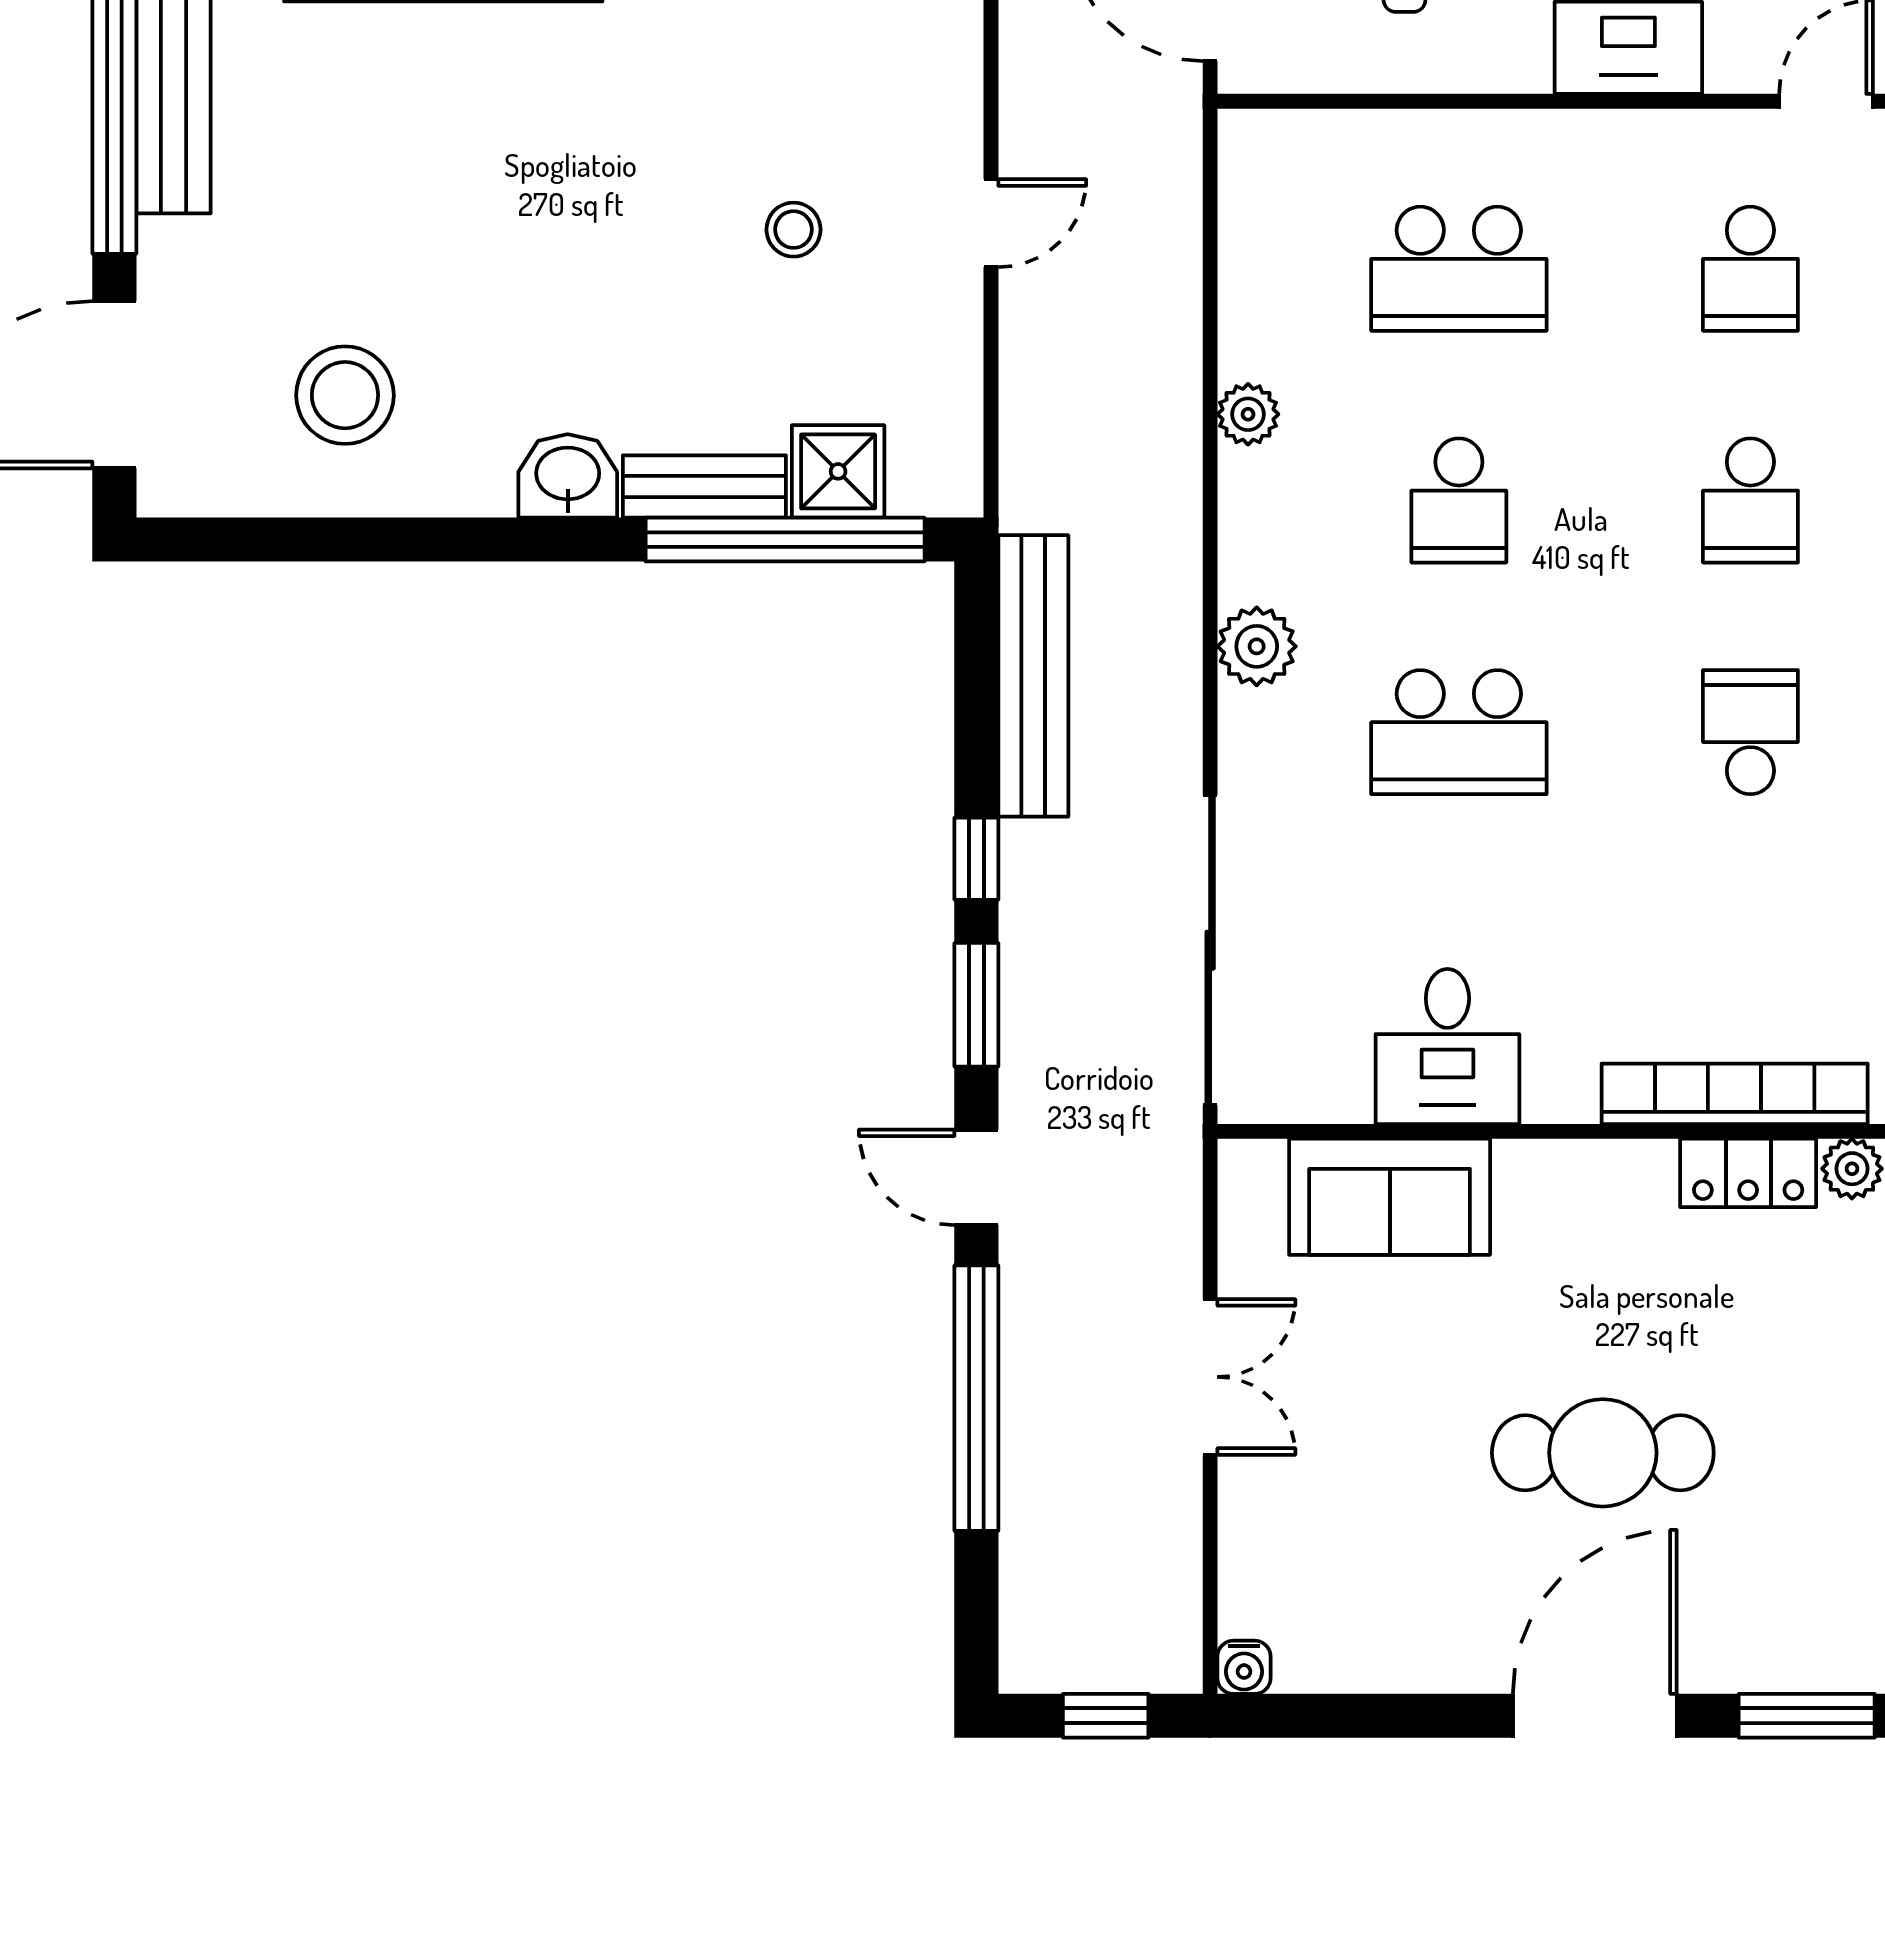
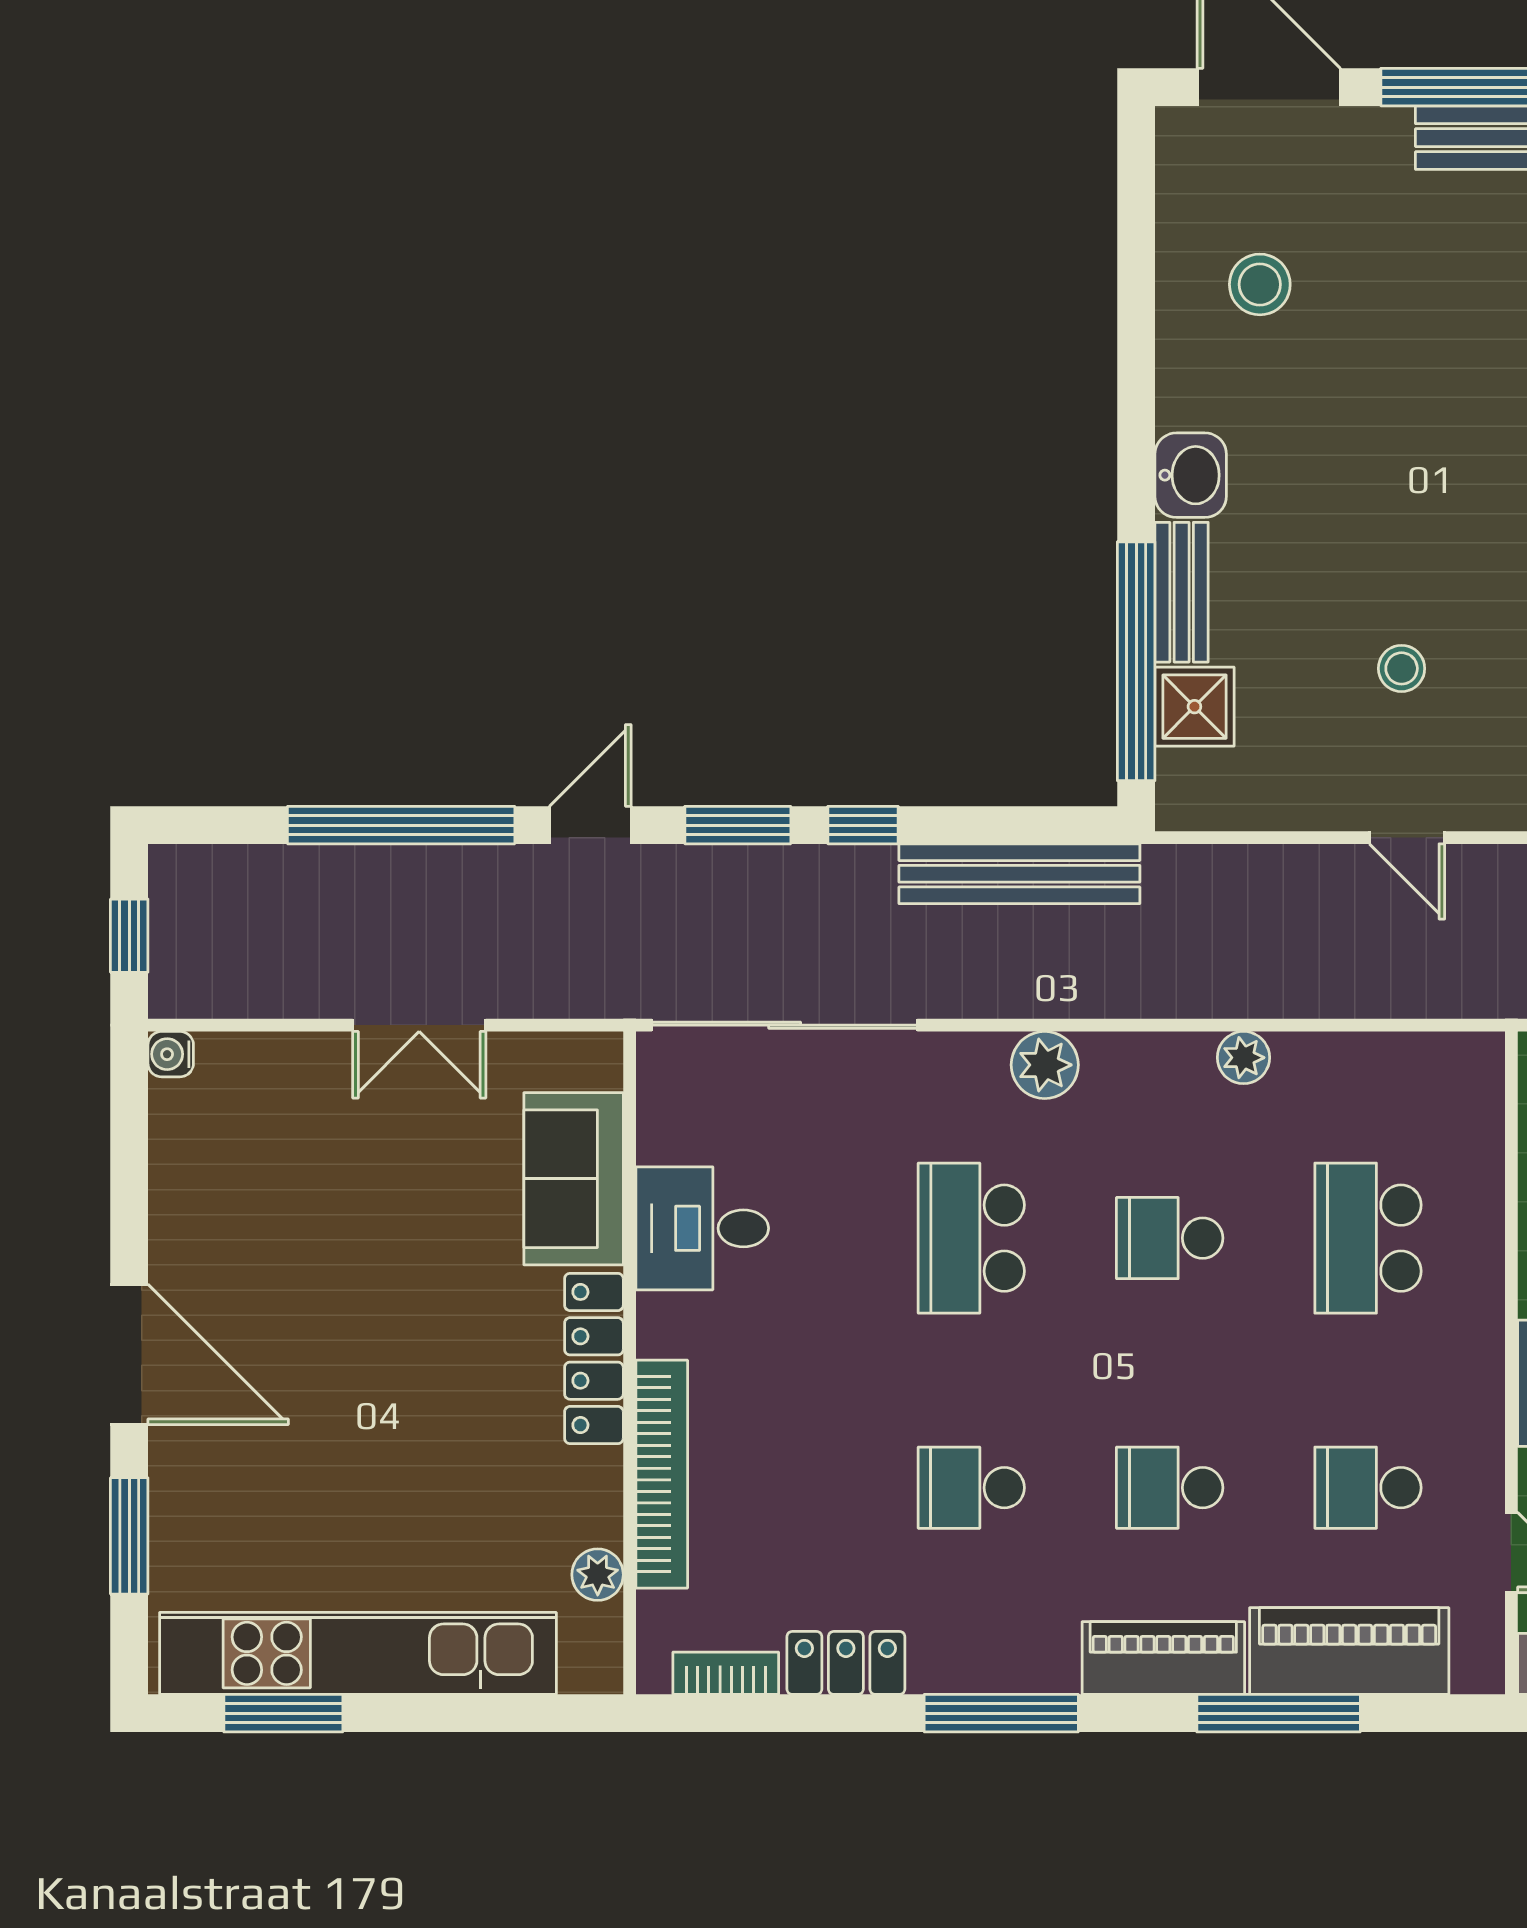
stool: (345, 395) -> (1260, 284), width x0.73, depth x0.73
school desk: (1750, 732) -> (971, 1488), turned 180
locker: (1748, 1173) -> (594, 1358), moved, width x1.53
cafe table: (1603, 1453) -> (354, 1361), removed

